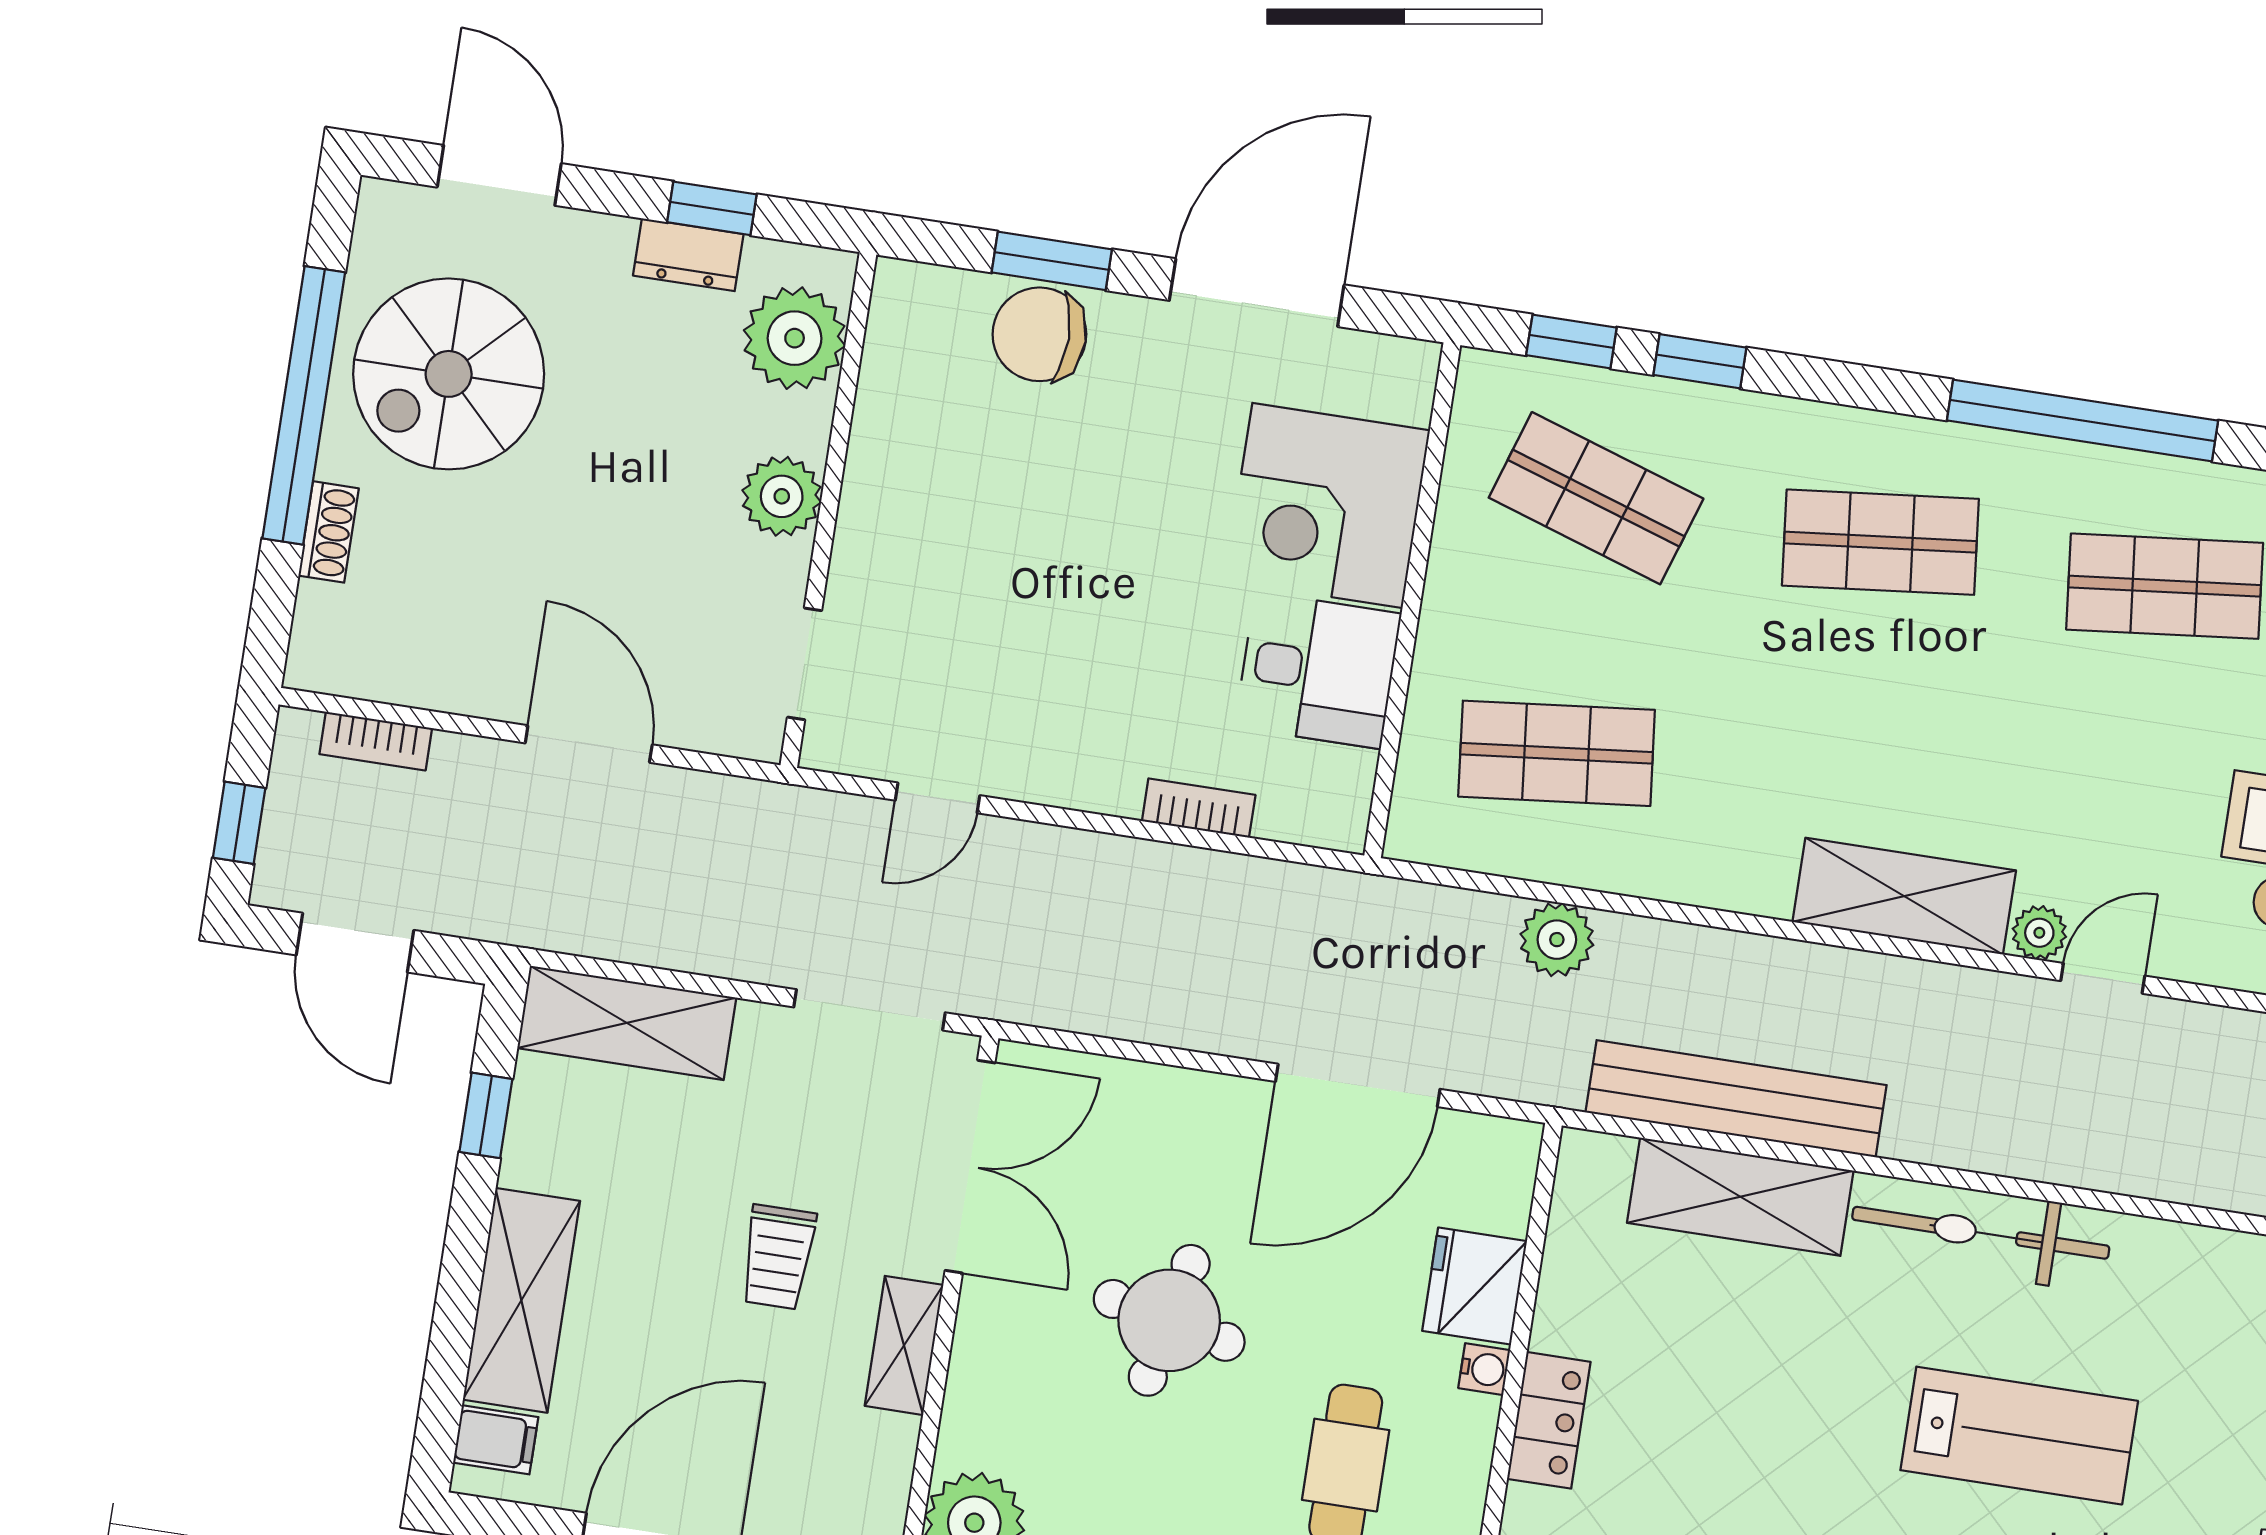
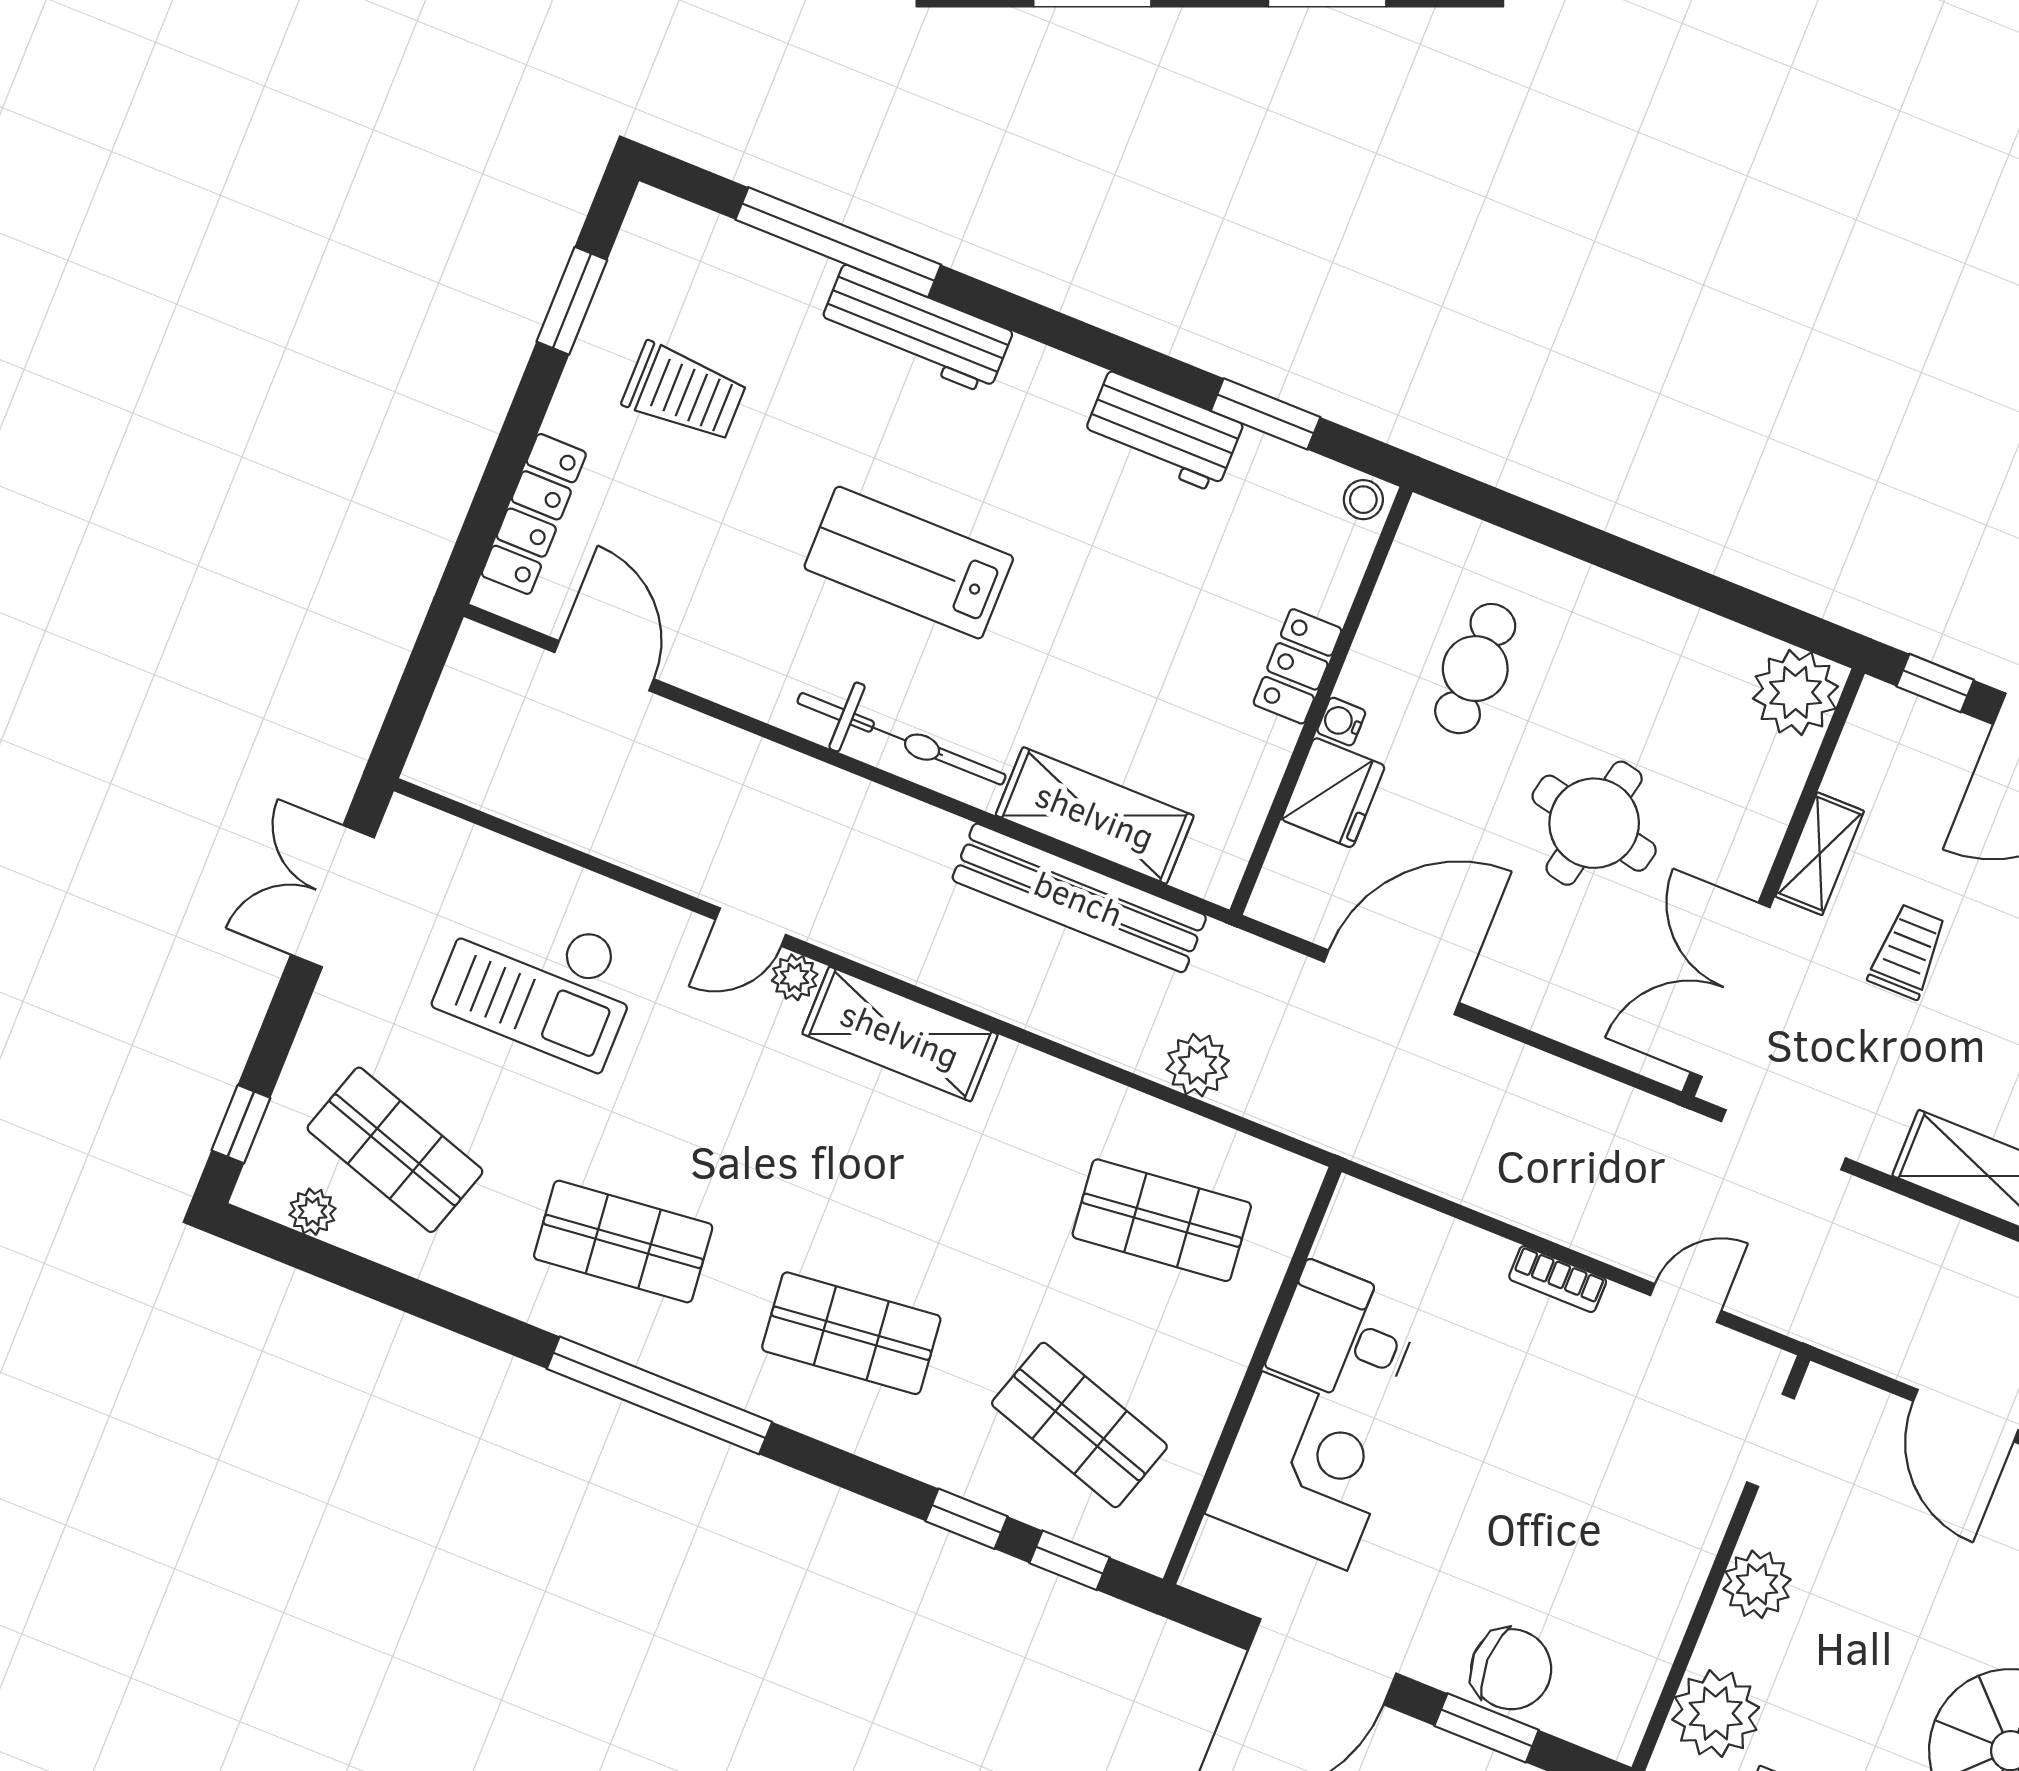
bookcase: (1199, 808) -> (1558, 1279), moved

